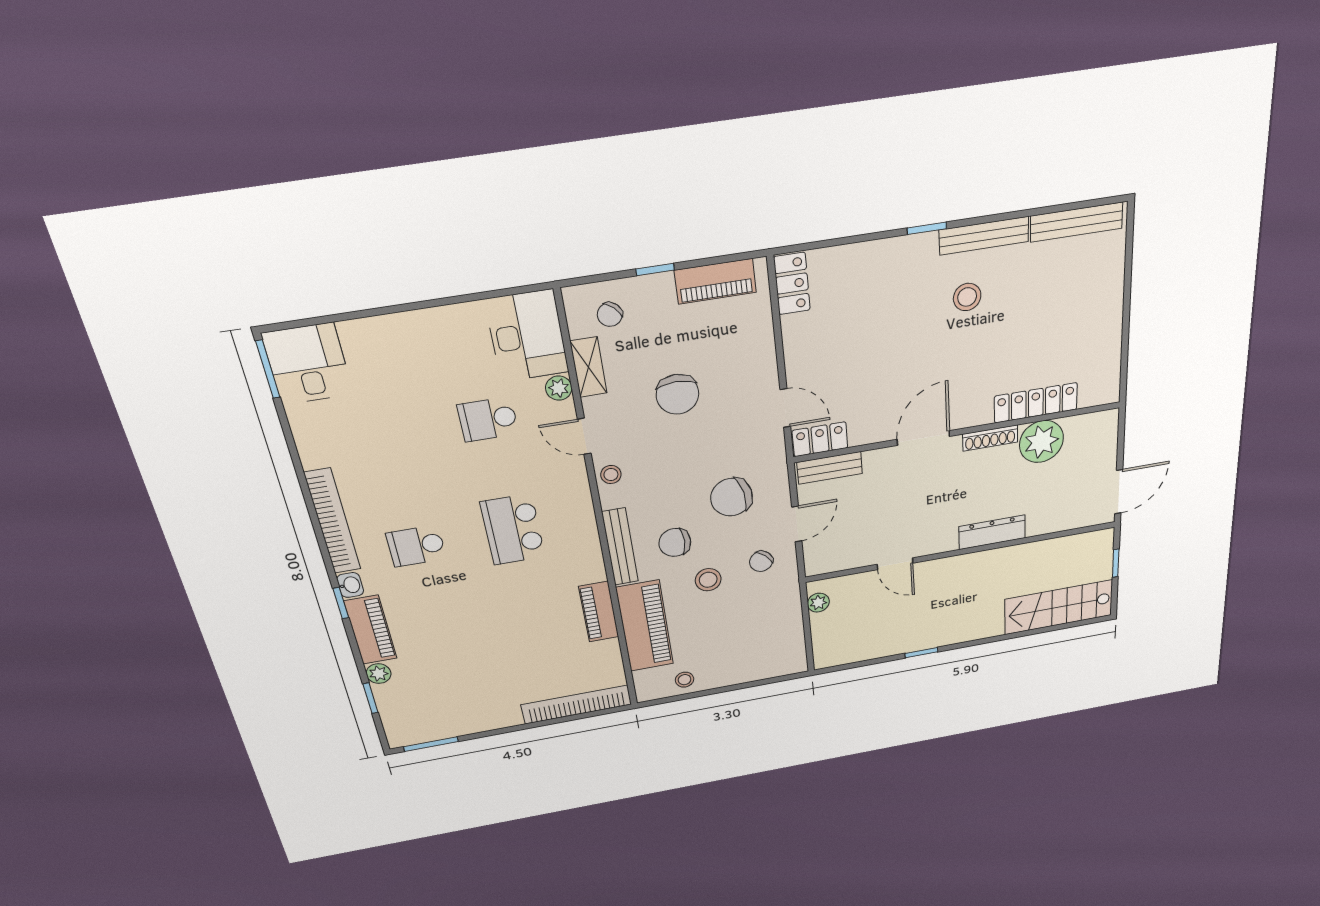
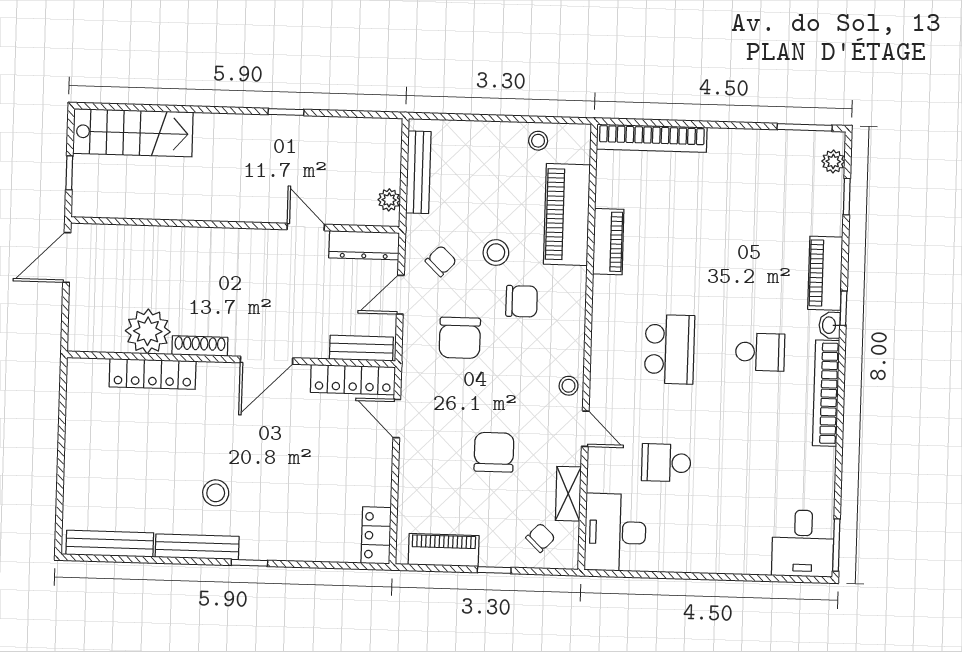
plant: (559, 388) -> (598, 479), removed
school desk: (488, 419) -> (666, 463), turned 180
locker: (820, 439) -> (353, 380), width x1.53
chair: (732, 497) -> (460, 338), turned 102
dresser: (992, 532) -> (364, 245), moved
bench: (620, 547) -> (418, 172), moved
plant: (379, 674) -> (833, 161), moved

